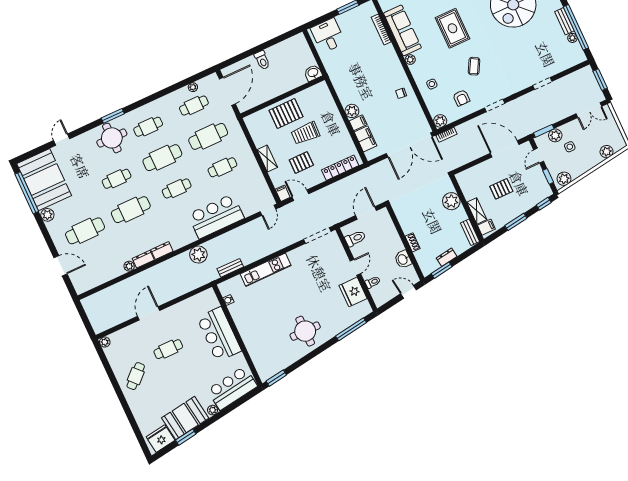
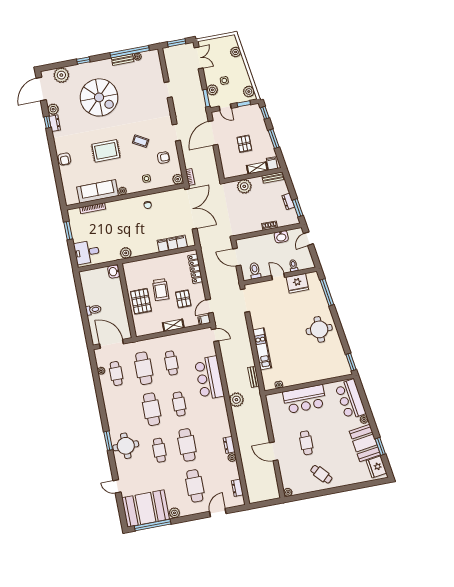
plant: (352, 111) -> (126, 253), moved
cafe table: (148, 127) -> (124, 414), removed
dresser: (162, 250) -> (237, 488), moved

